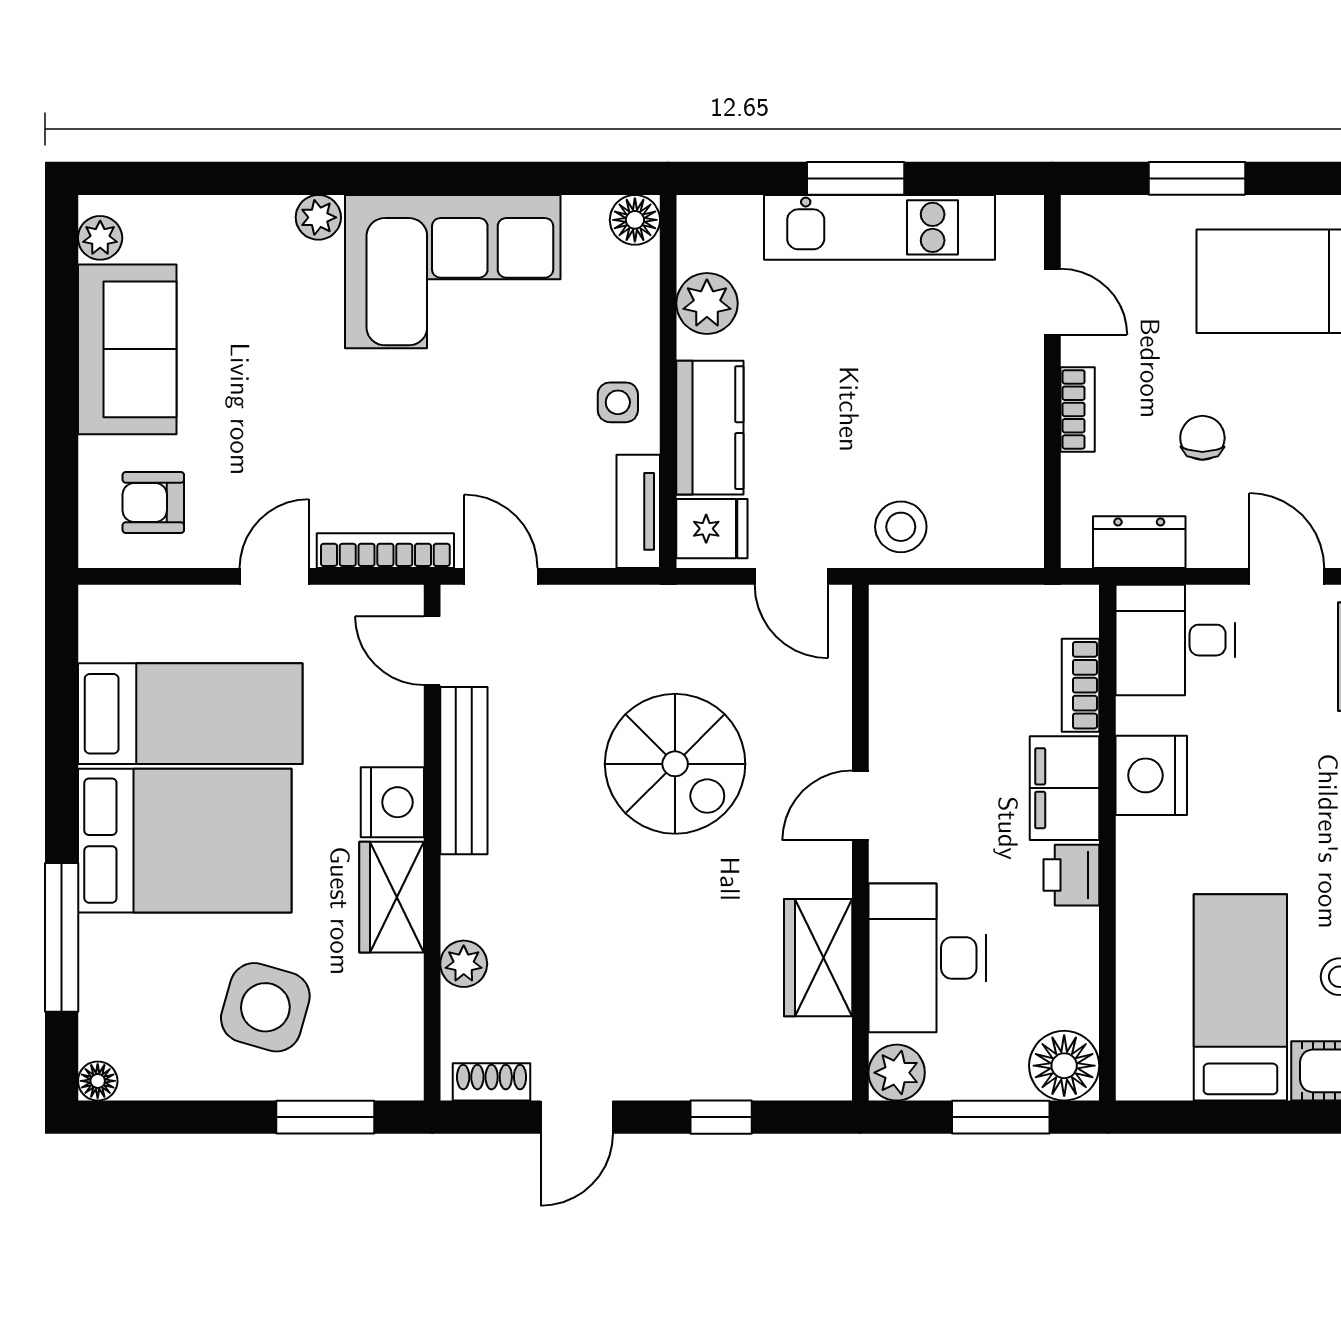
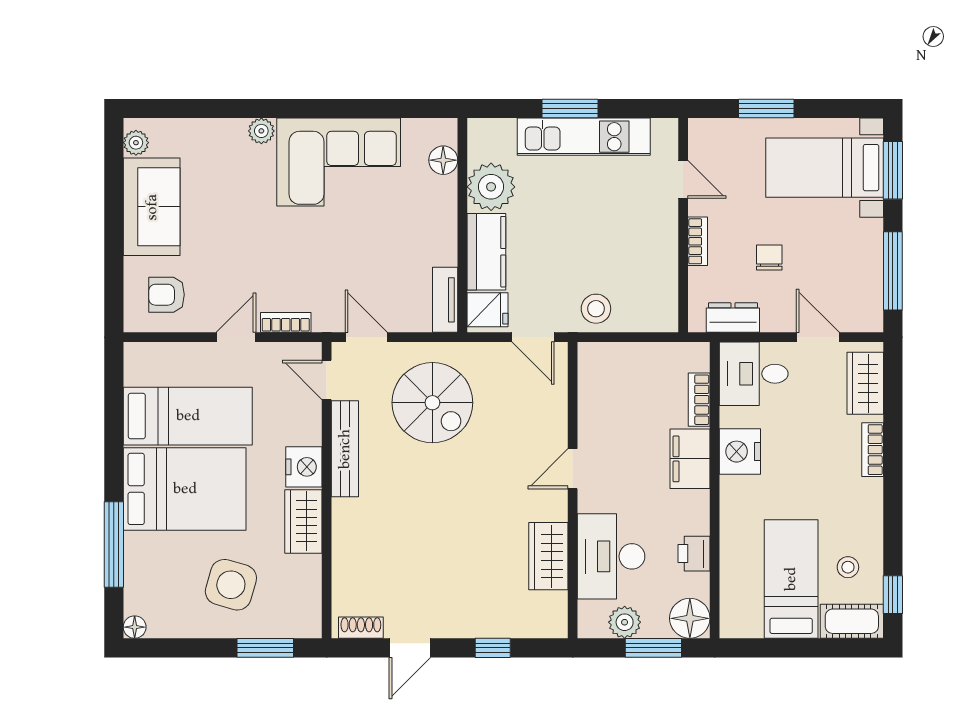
floor lamp: (635, 220) -> (443, 160), moved
plant: (707, 303) -> (491, 187), width x1.36, depth x1.36
side table: (618, 402) -> (433, 237), removed
bookcase: (385, 551) -> (286, 322), width x0.64
spiral stairs: (675, 764) -> (432, 403), moved
printer: (1071, 875) -> (694, 554), moved
plant: (464, 964) -> (345, 560), removed
plant: (897, 1073) -> (625, 622), moved

